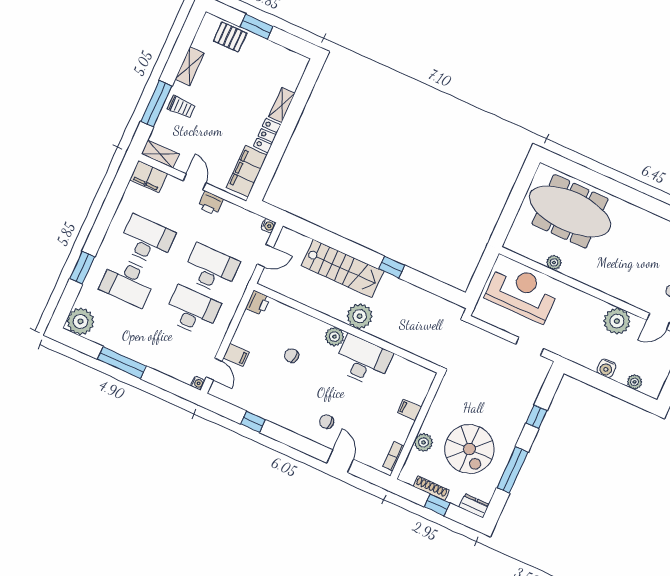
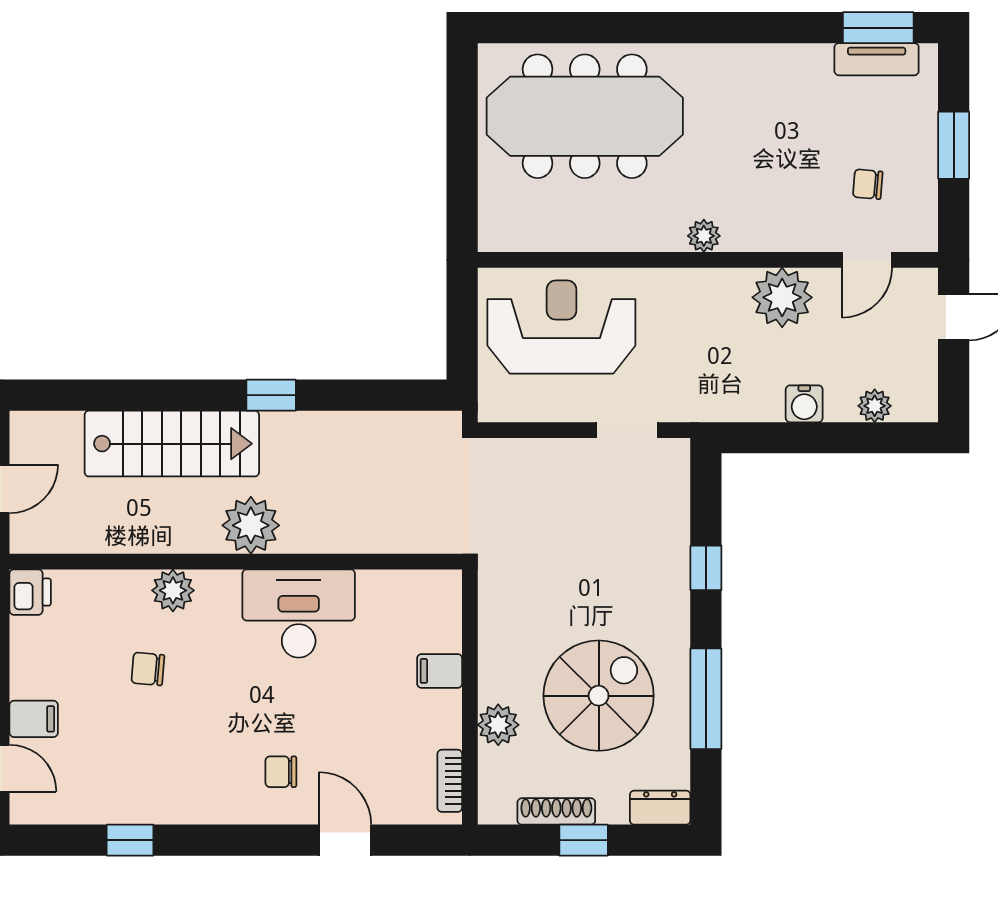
plant: (554, 263) -> (704, 236), moved
plant: (334, 337) -> (173, 590), moved
spiral stairs: (469, 449) -> (599, 696), turned -90

